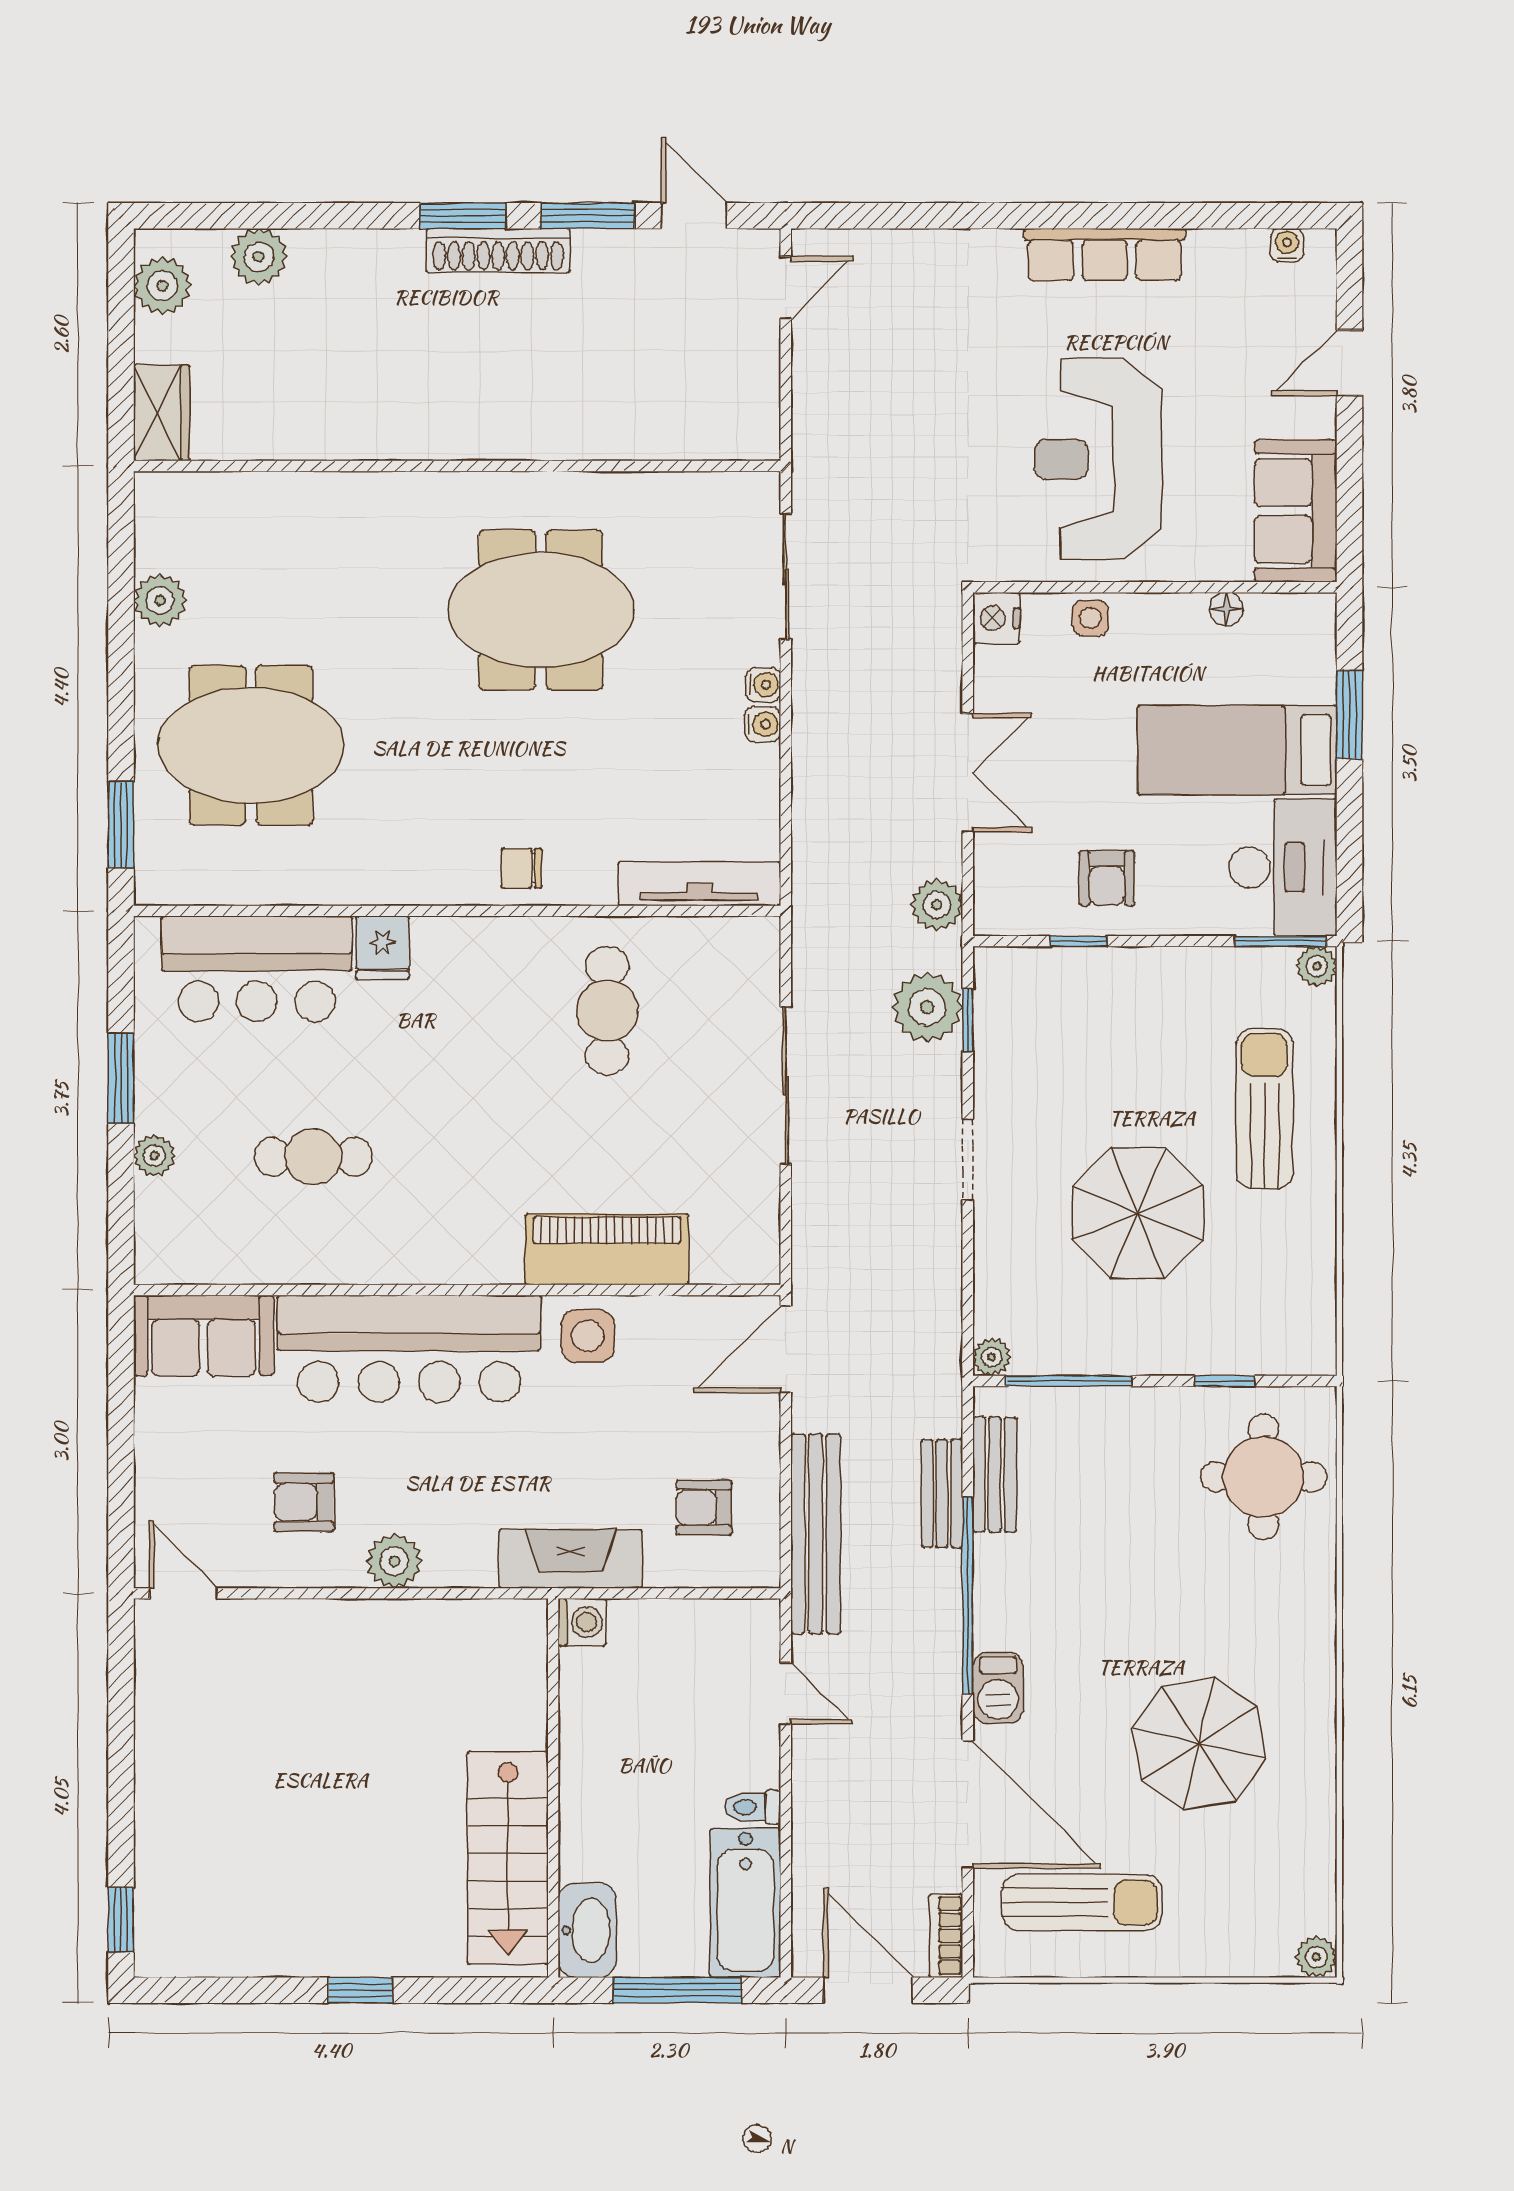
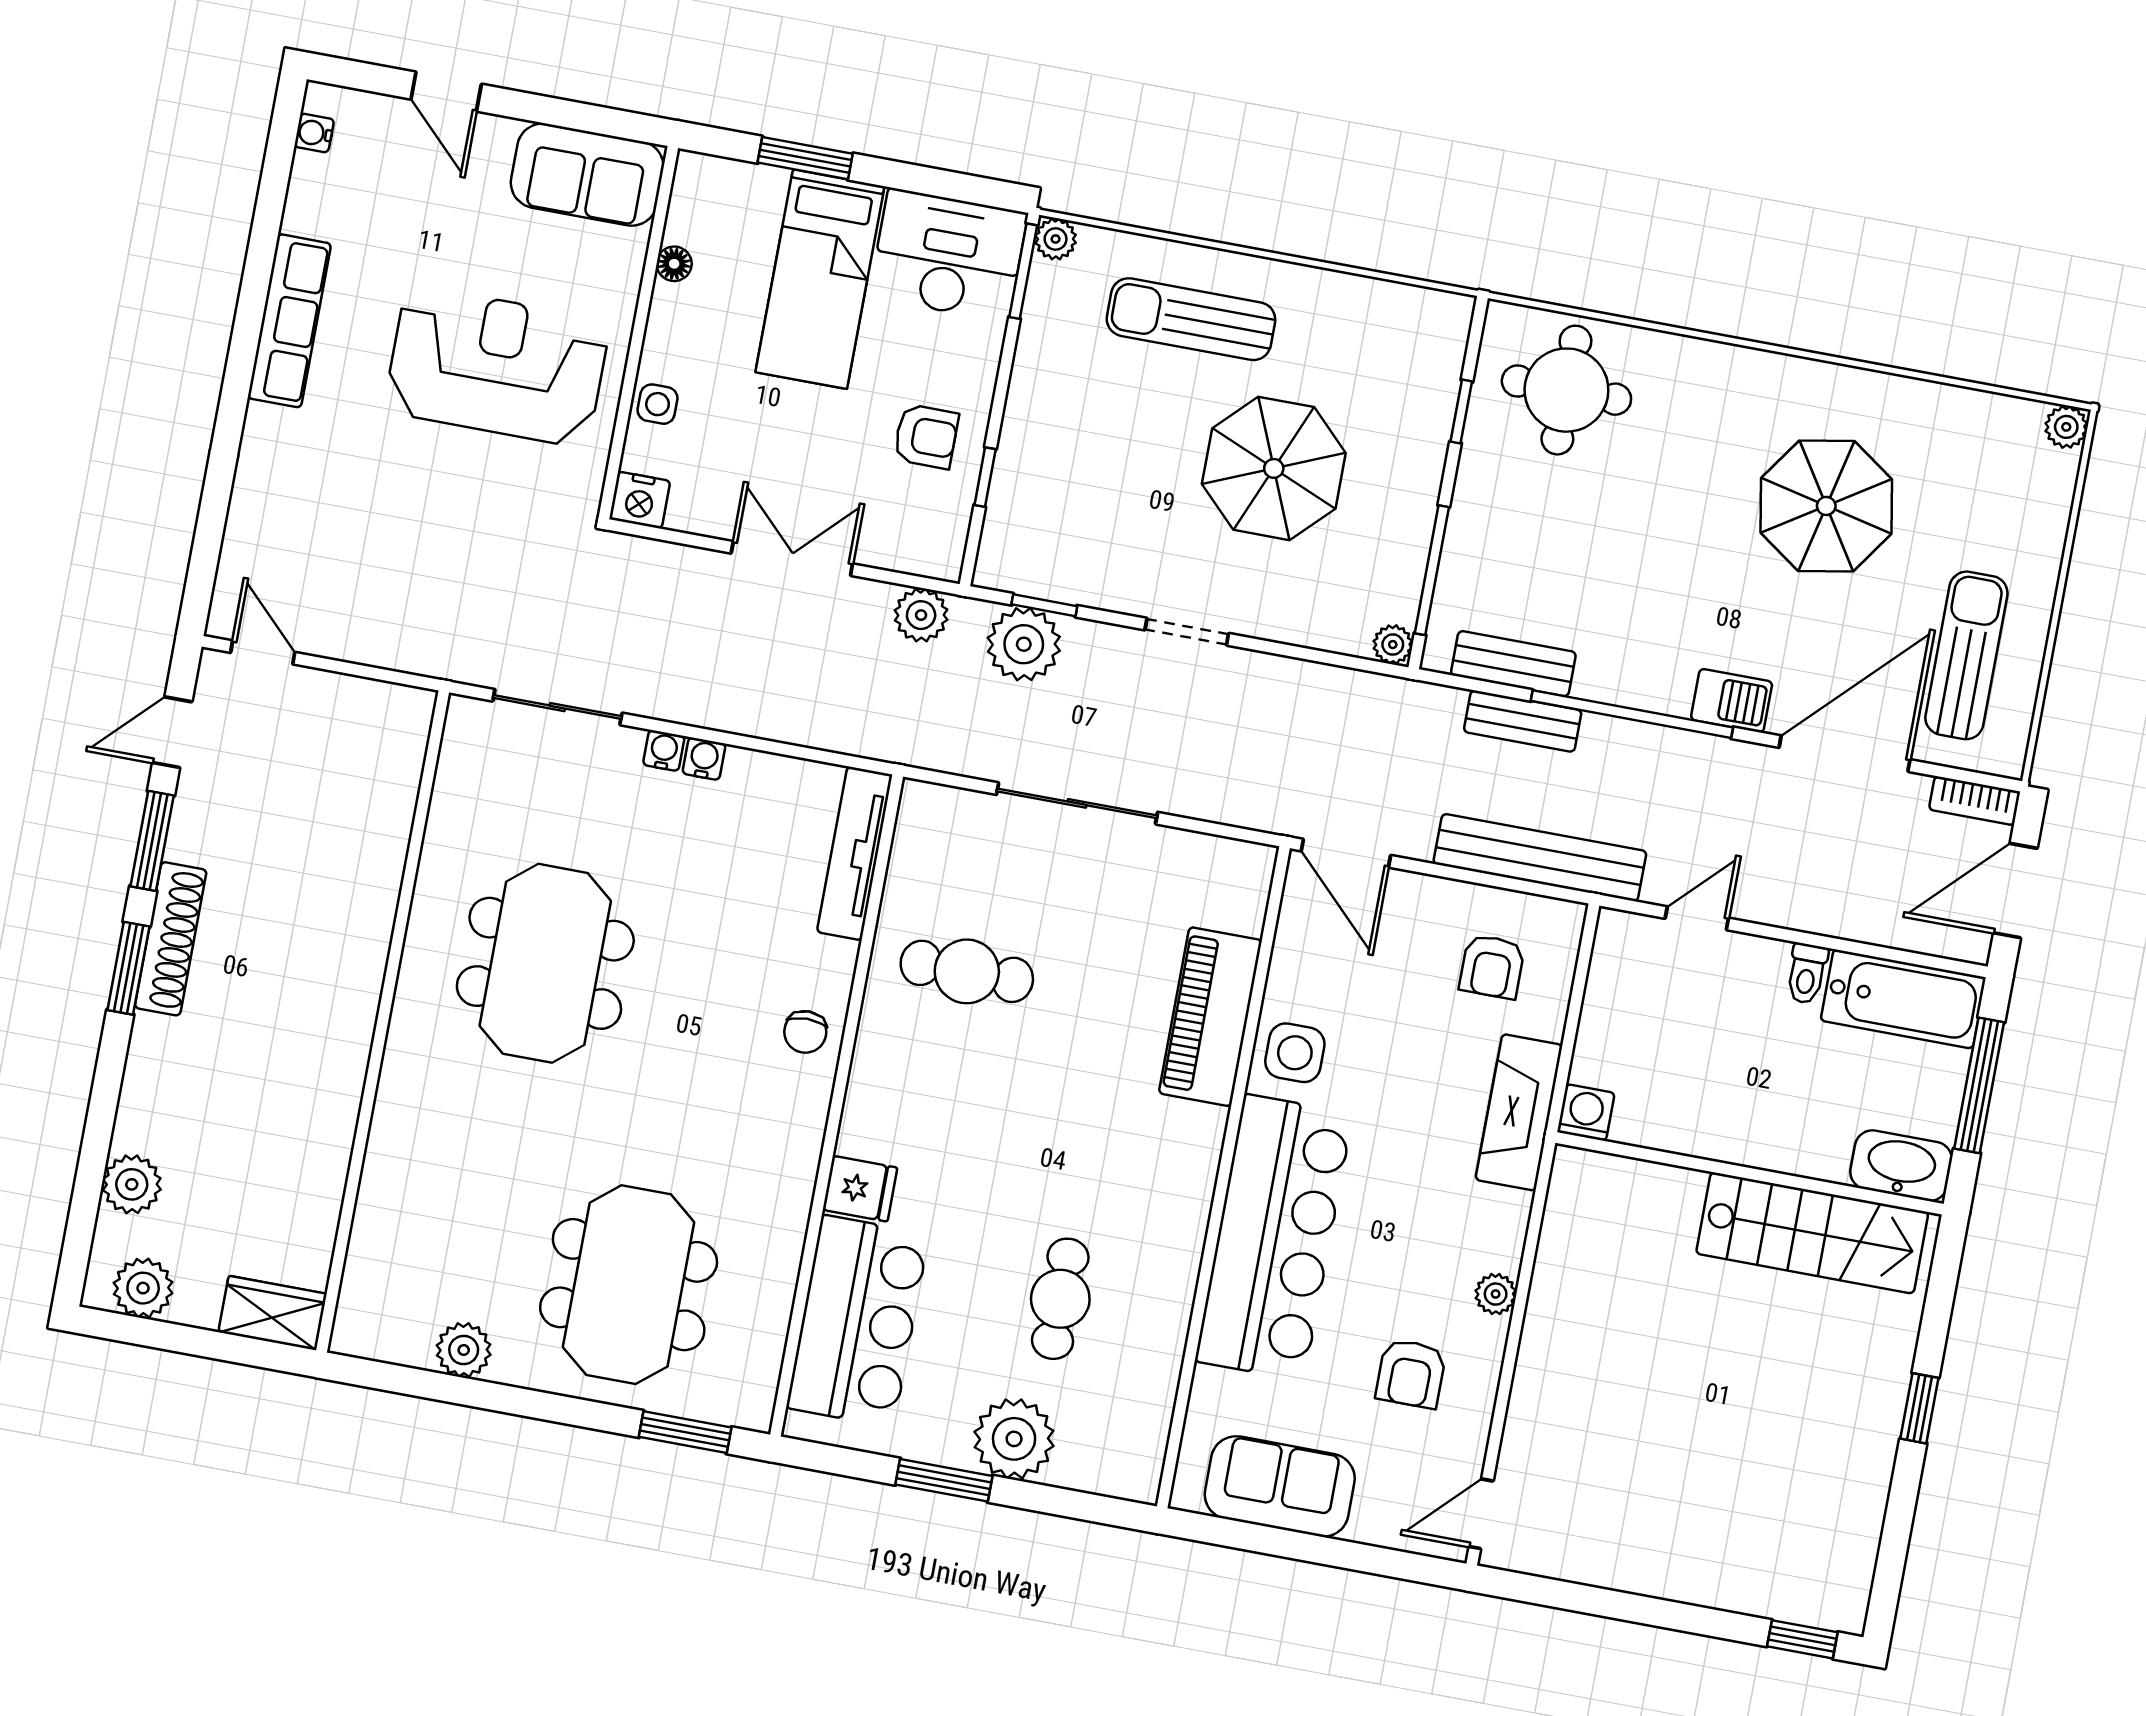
reception desk: (1098, 459) -> (497, 366), turned 180
plant: (154, 1156) -> (1014, 1439), width x1.87, depth x1.87
sofa: (204, 1336) -> (1280, 1486), moved, turned -90
plant: (394, 1561) -> (1496, 1294), width x0.73, depth x0.73

